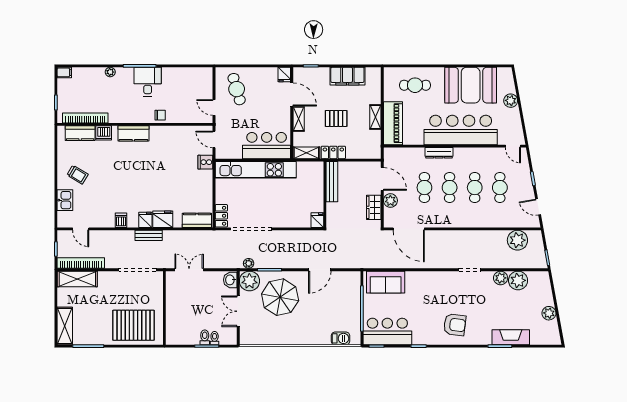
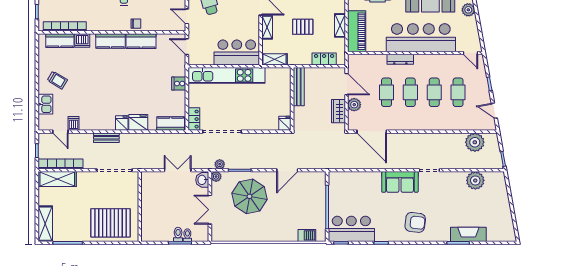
kitchen counter: (166, 134) -> (141, 41), added
locker: (333, 152) -> (324, 59), moved
cooker: (205, 162) -> (179, 84), moved
dishwasher: (121, 220) -> (74, 123), moved
bench: (149, 235) -> (106, 138), moved
double door: (189, 270) -> (178, 170), moved
plant: (501, 278) -> (459, 178), removed
plant: (249, 281) -> (216, 177), width x0.53, depth x0.53
sofa: (386, 282) -> (400, 182), moved
plant: (549, 313) -> (505, 211), removed

